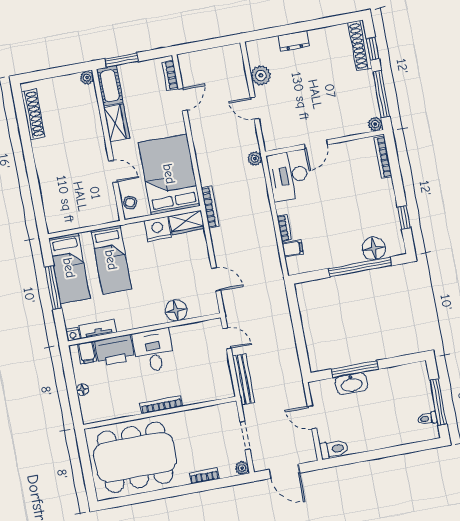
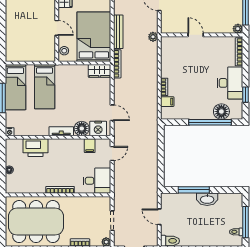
door: (316, 144) -> (196, 35), swing flipped
desk: (288, 176) -> (230, 83), moved, turned 180
nightstand: (158, 229) -> (98, 128), moved, turned 180
tv unit: (98, 329) -> (61, 131), moved
door: (227, 338) -> (112, 154), hinge flipped
desk: (154, 350) -> (97, 181), moved, turned 90
filing cabinet: (87, 353) -> (90, 146), moved
bench: (244, 379) -> (118, 32), moved
washbasin: (351, 384) -> (207, 199), moved

